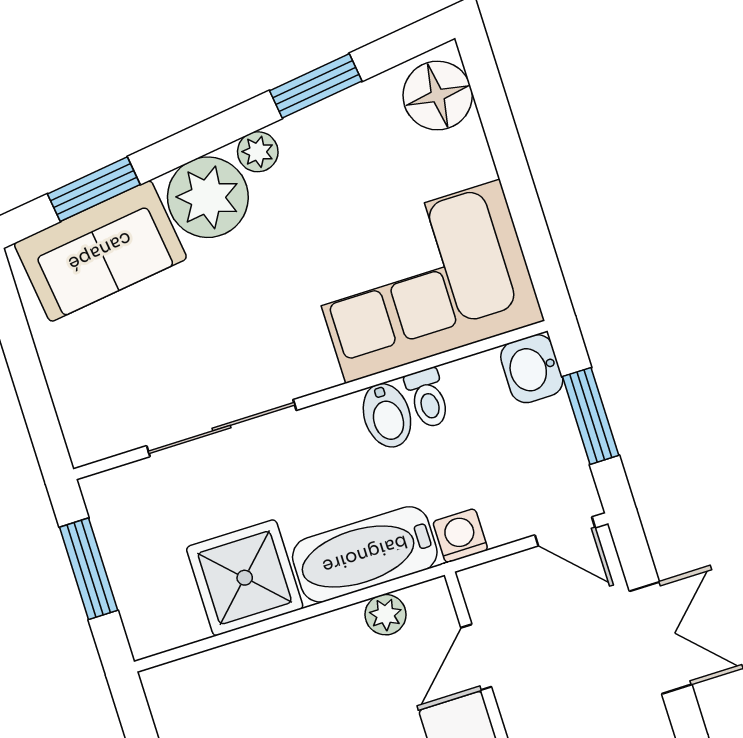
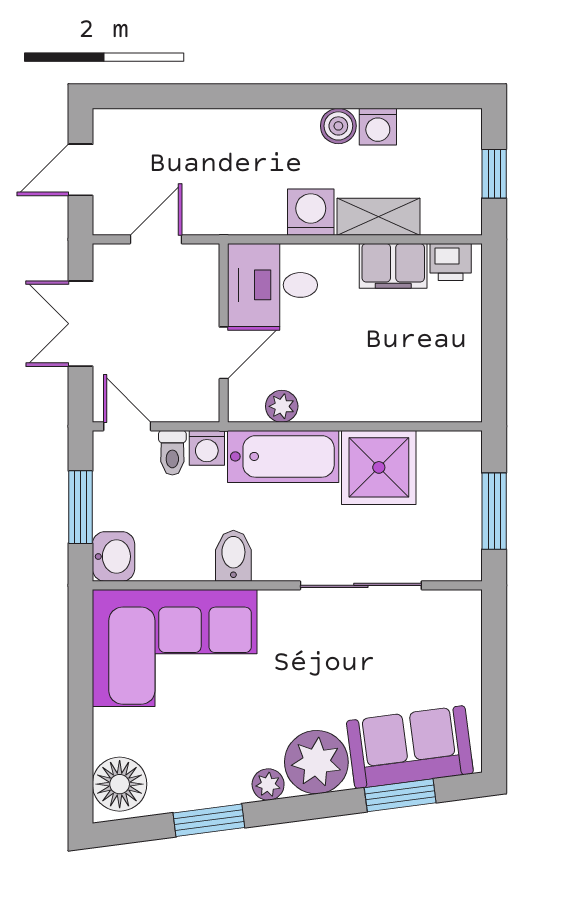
toilet: (428, 398) -> (172, 453), moved, turned 180

